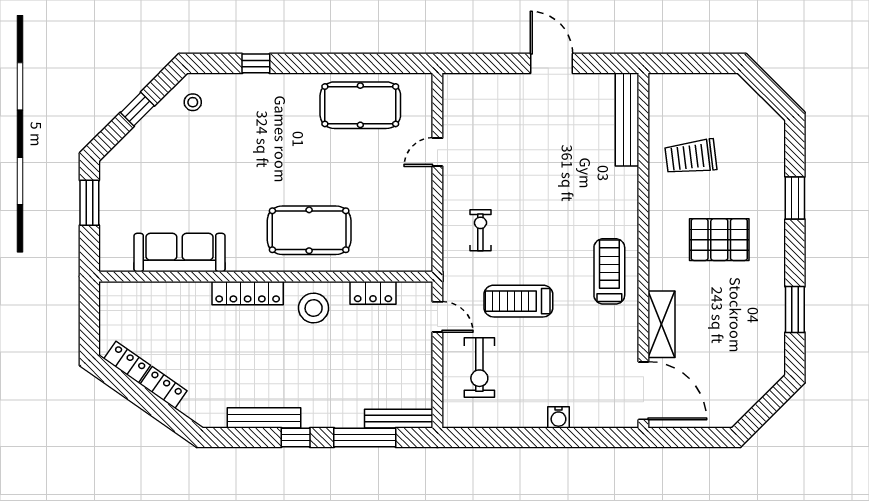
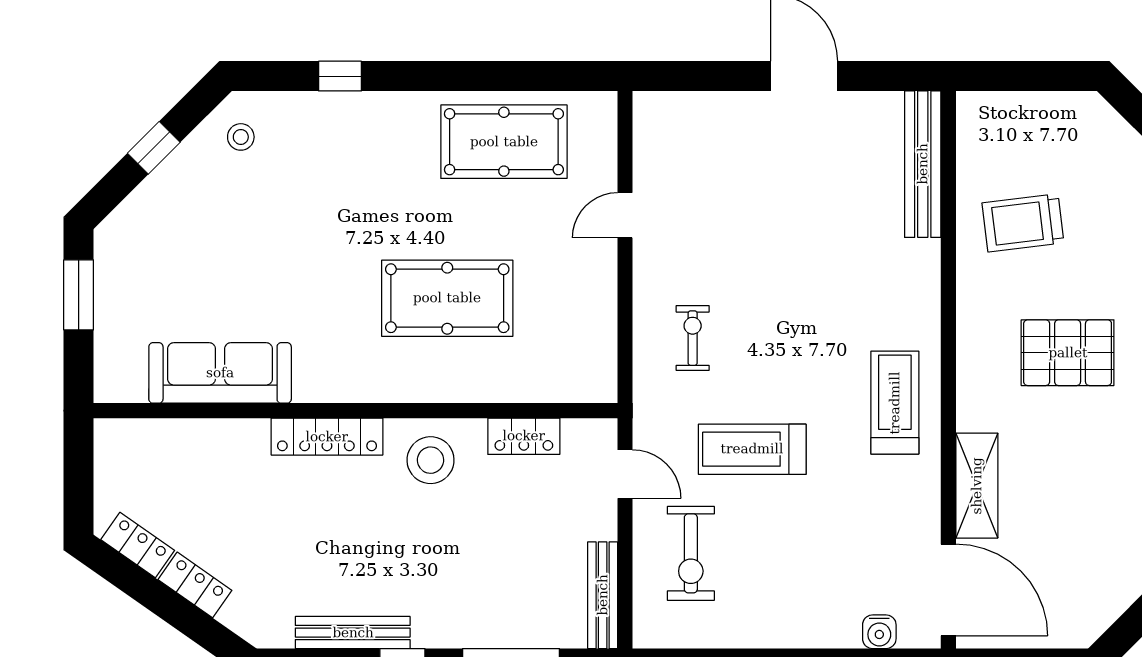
pool table: (309, 230) -> (447, 298), moved
water cooler: (558, 417) -> (879, 632), moved
bench: (399, 419) -> (603, 595), moved, turned 90

